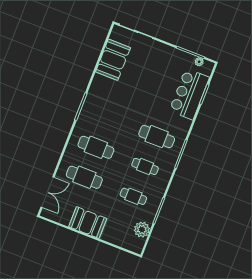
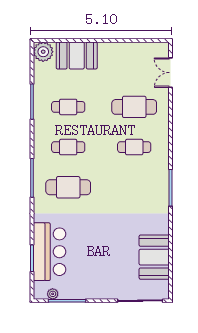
cafe table: (96, 147) -> (134, 147), width x0.73, depth x0.74
double door: (47, 192) -> (170, 73), width x0.73
booth: (88, 223) -> (77, 56), moved
plant: (142, 230) -> (43, 52), moved

